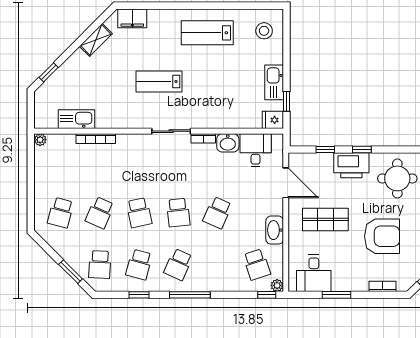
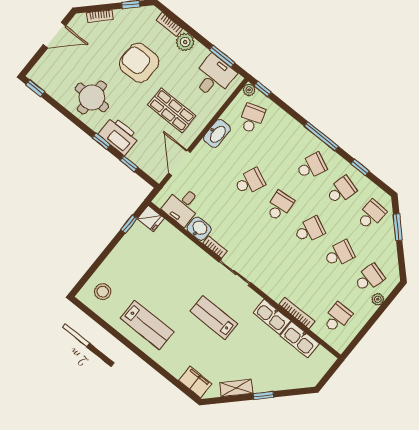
window: (49, 72) -> (263, 395), moved
lab bench: (159, 81) -> (214, 318), turned 180
kitchen sink: (274, 82) -> (272, 317), moved, turned 90
plant: (40, 140) -> (378, 299), moved
school desk: (61, 161) -> (337, 318), added
school desk: (139, 213) -> (309, 230), turned 36
plant: (359, 282) -> (185, 42), added
window: (336, 295) -> (222, 56), moved

